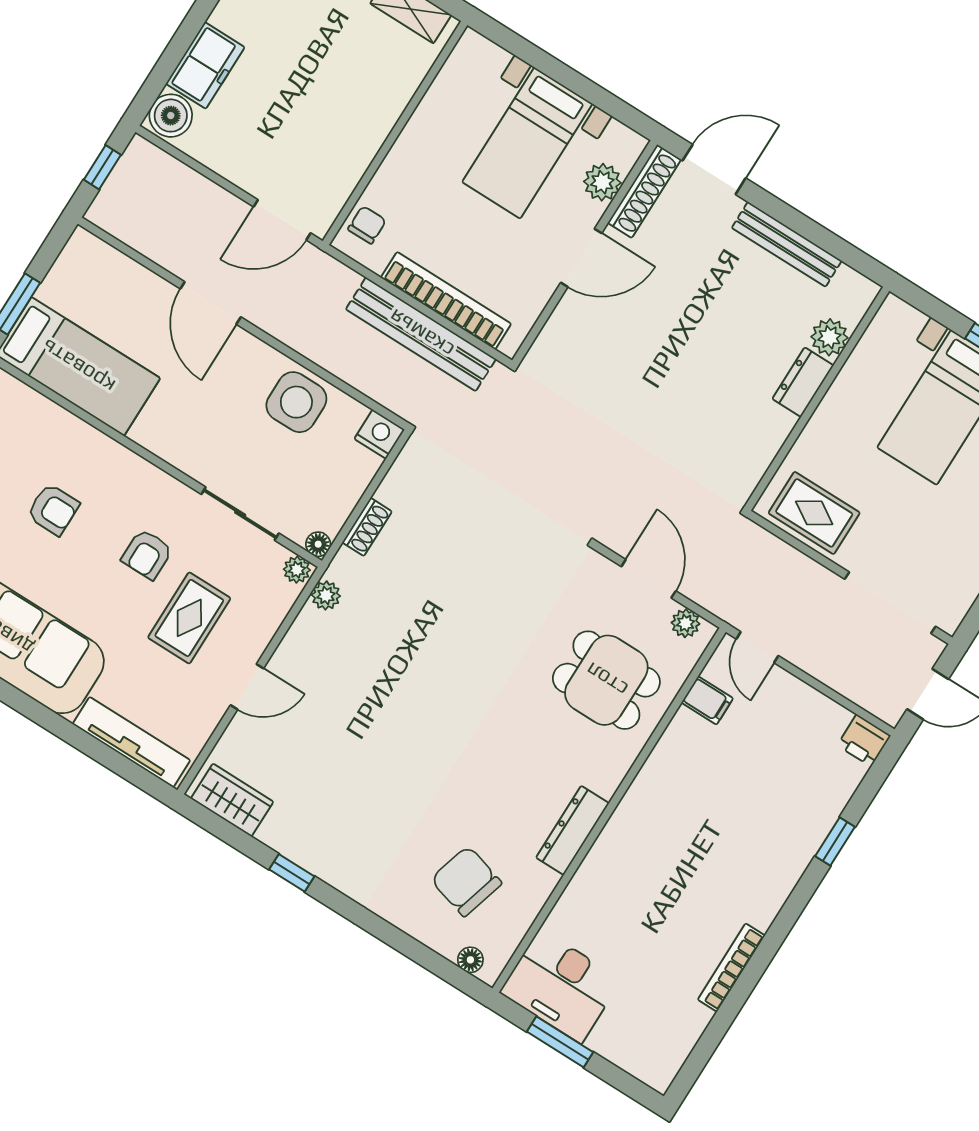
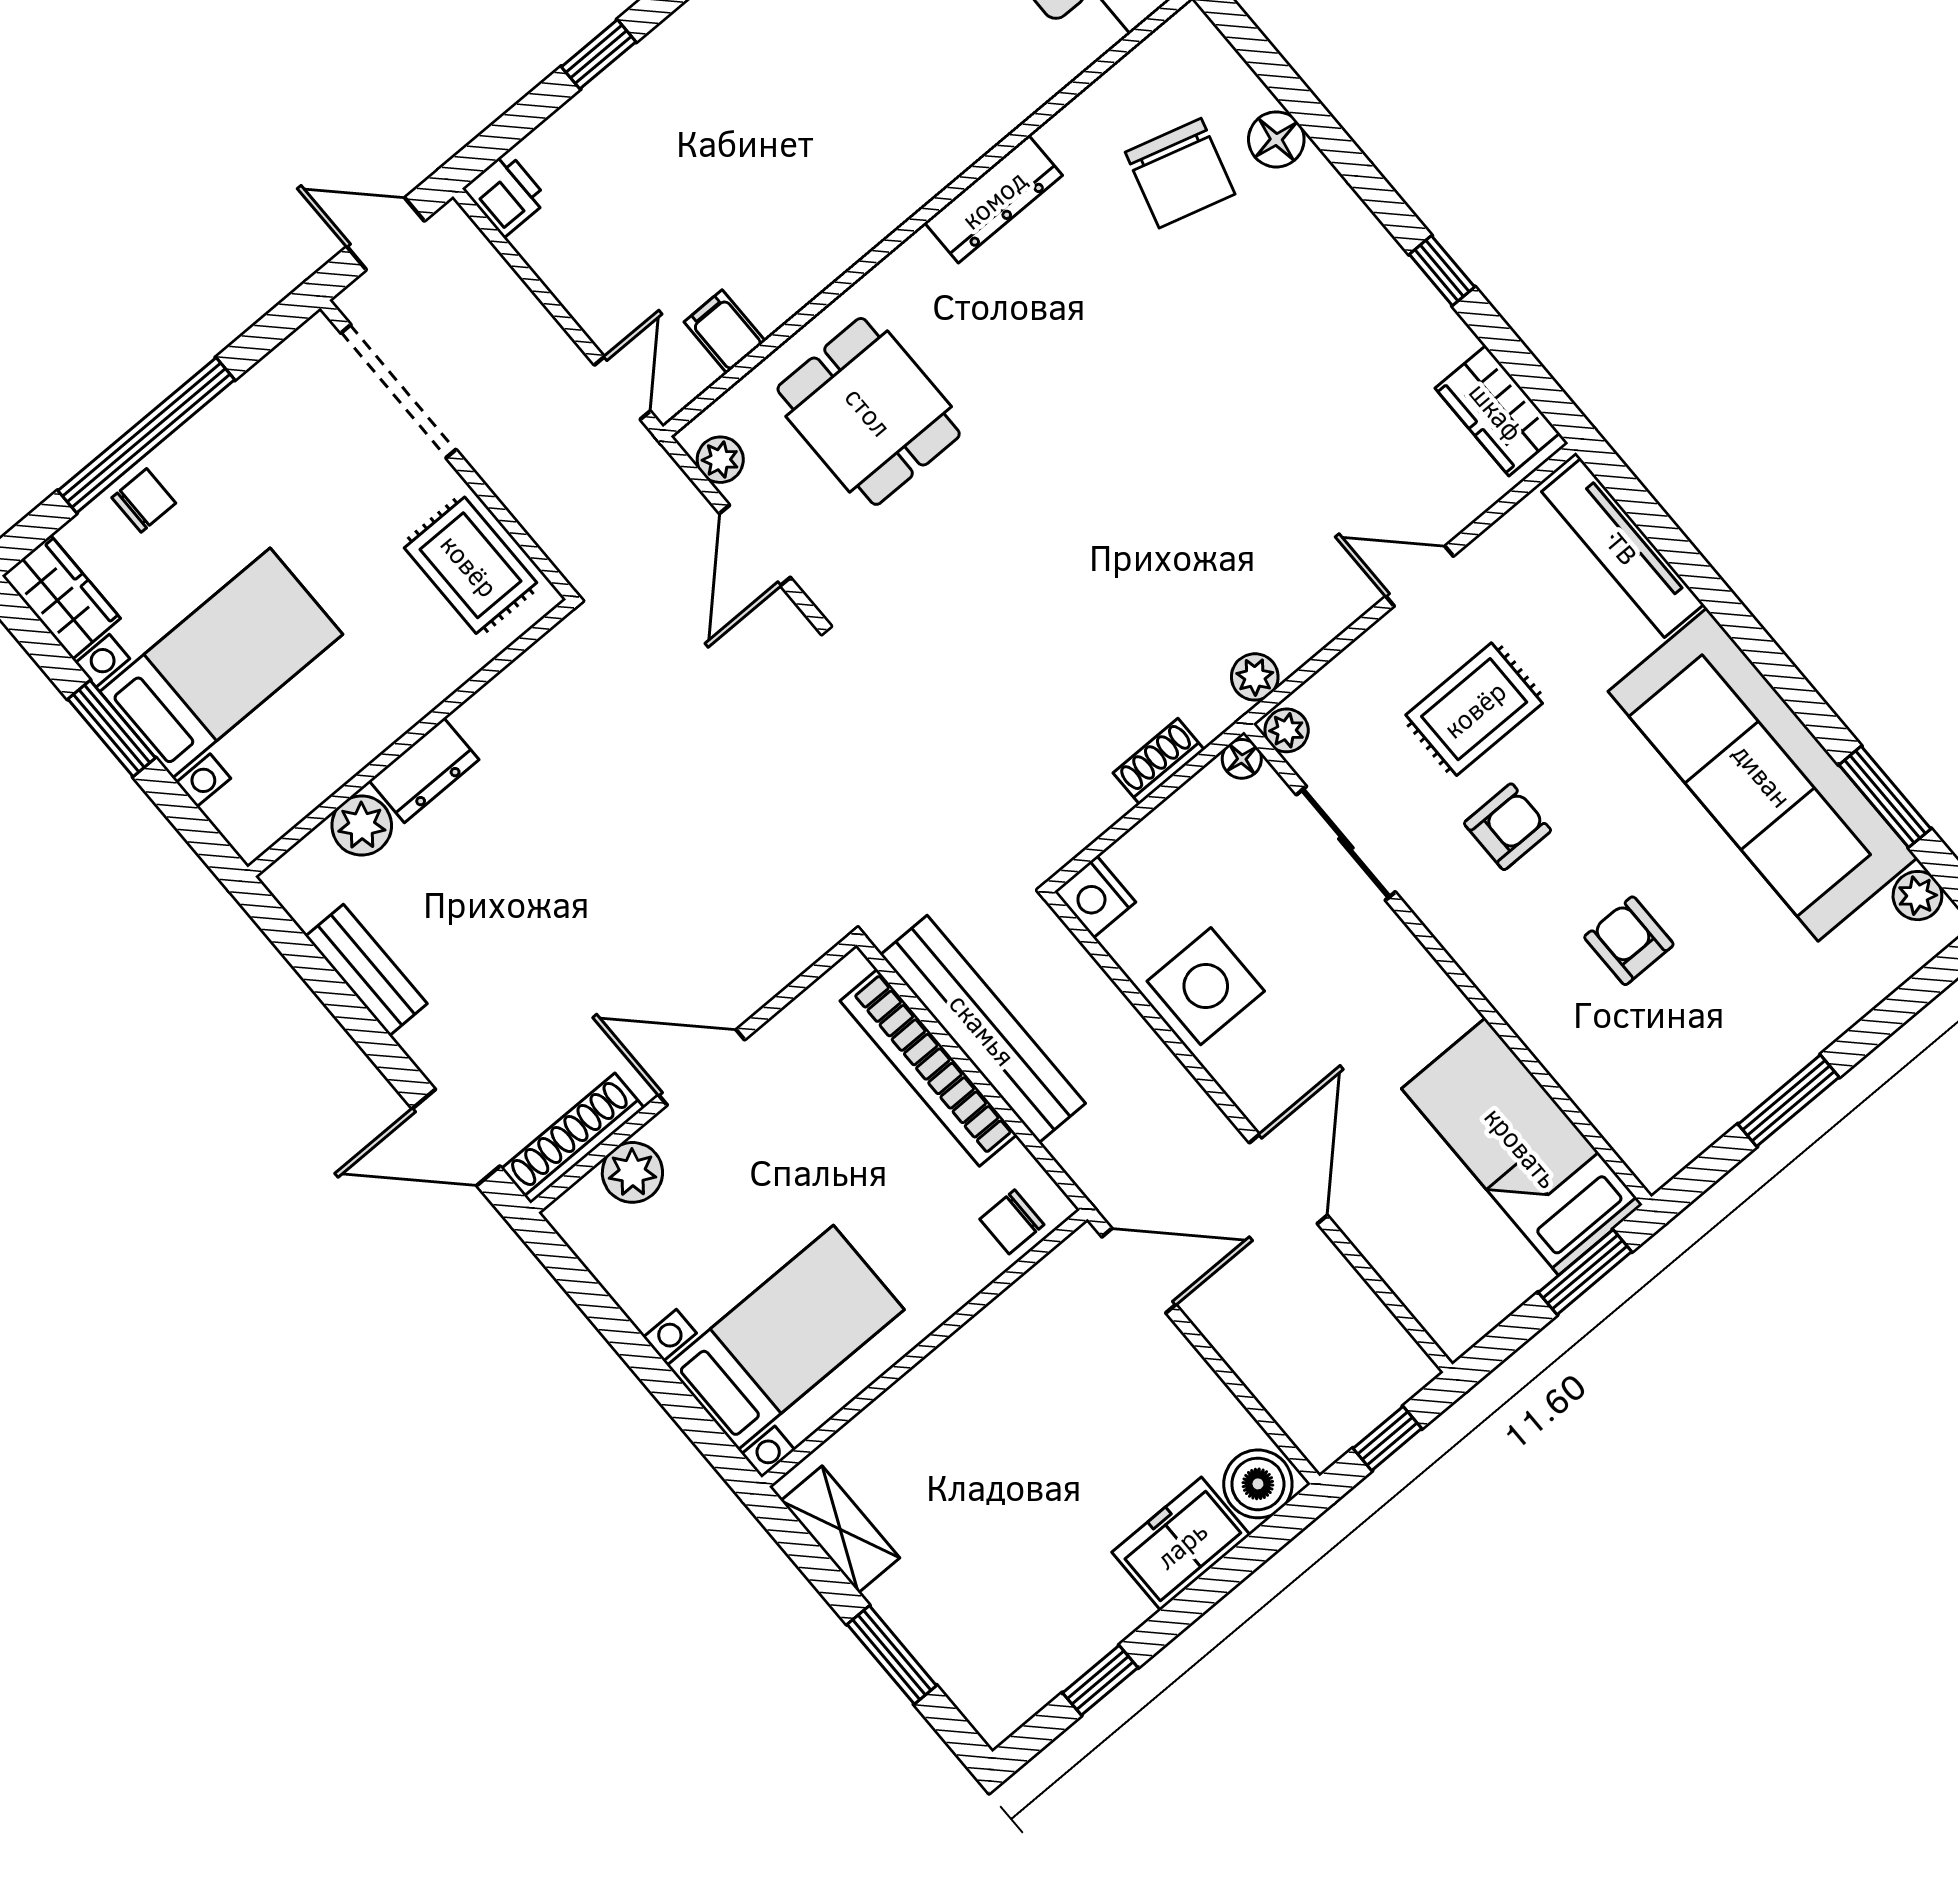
bed with nightstands: (527, 143) -> (786, 1337), moved
bench: (787, 244) -> (366, 970), width x0.73
floor lamp: (470, 960) -> (1276, 139), moved, width x1.37, depth x1.37

